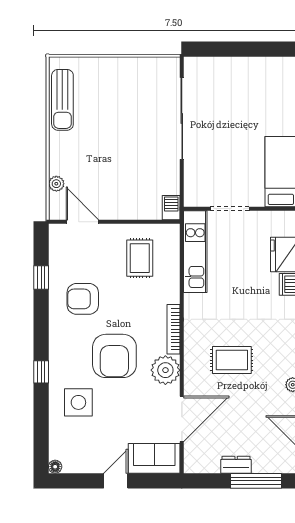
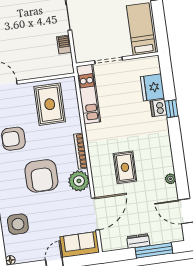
barbecue: (171, 208) -> (64, 45), moved
rug: (140, 258) -> (50, 104), width x1.36, depth x1.43
rug: (232, 360) -> (125, 167), turned 90
side table: (78, 402) -> (18, 224), moved

